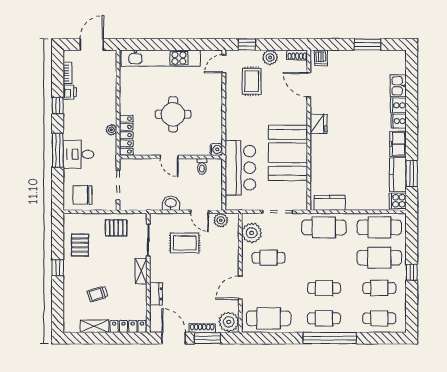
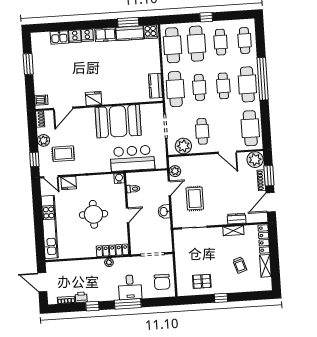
fridge: (214, 86) -> (69, 183), added
pallet: (116, 228) -> (186, 254), removed
cafe table: (324, 258) -> (199, 87), added
shelving: (141, 271) -> (233, 231), moved
cafe table: (324, 318) -> (247, 84), width x1.37, depth x1.35

